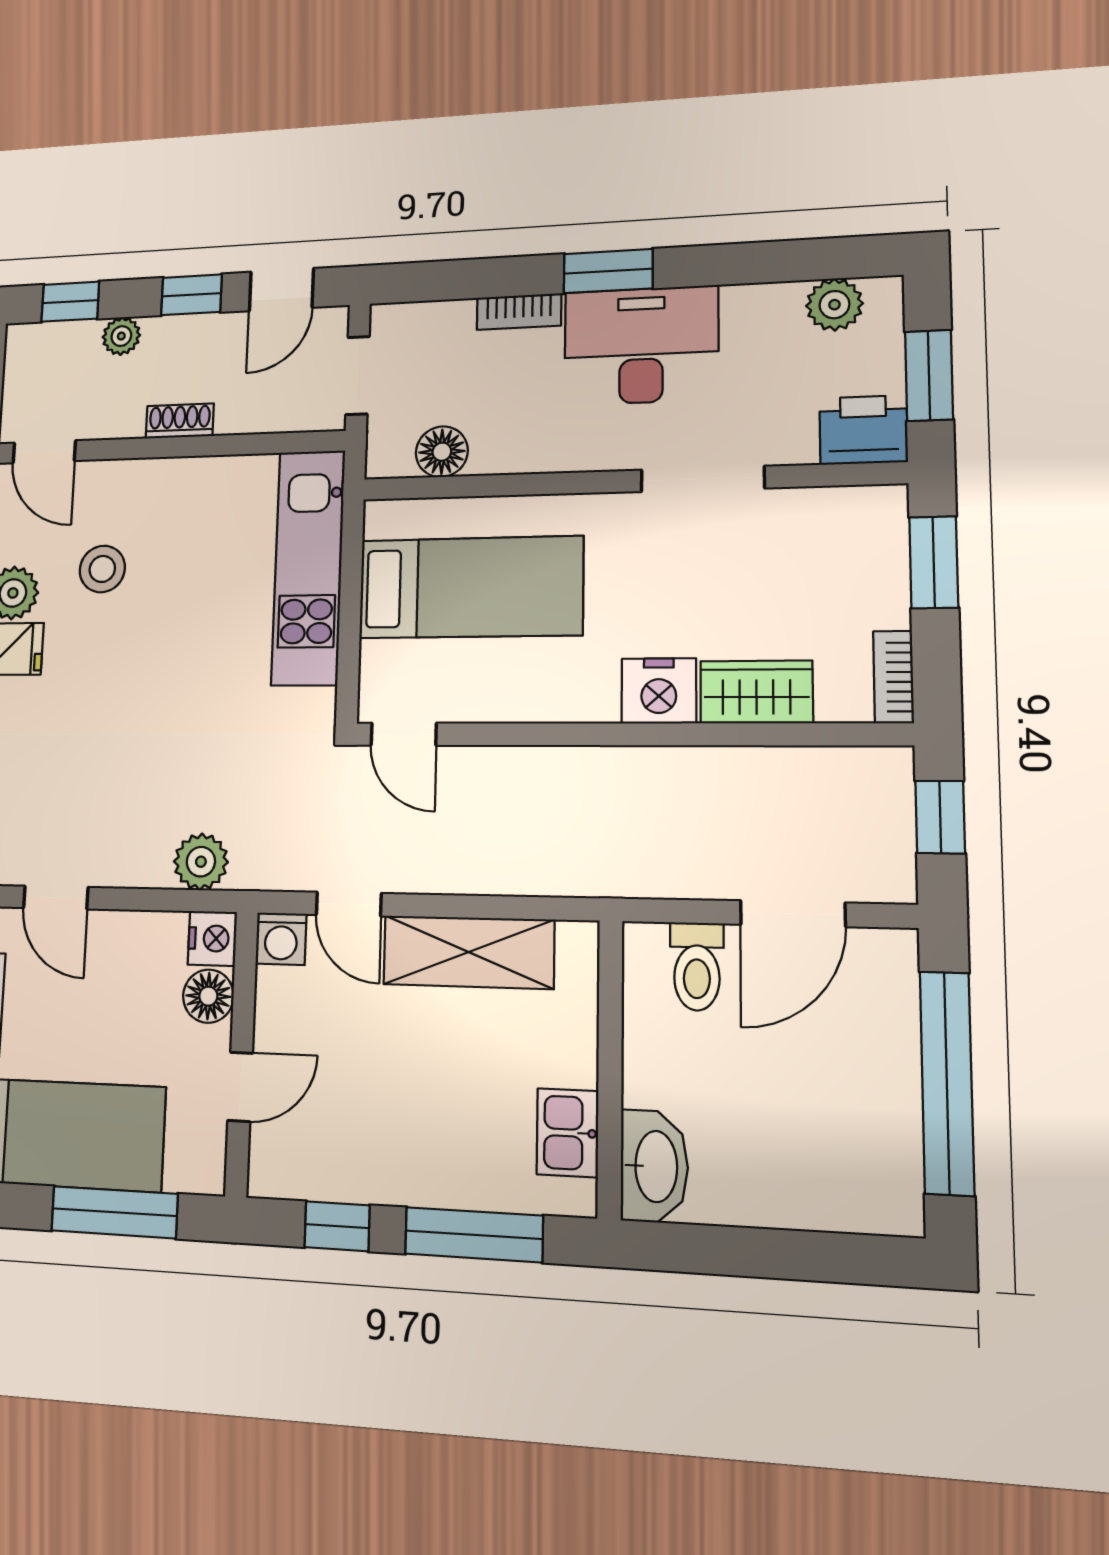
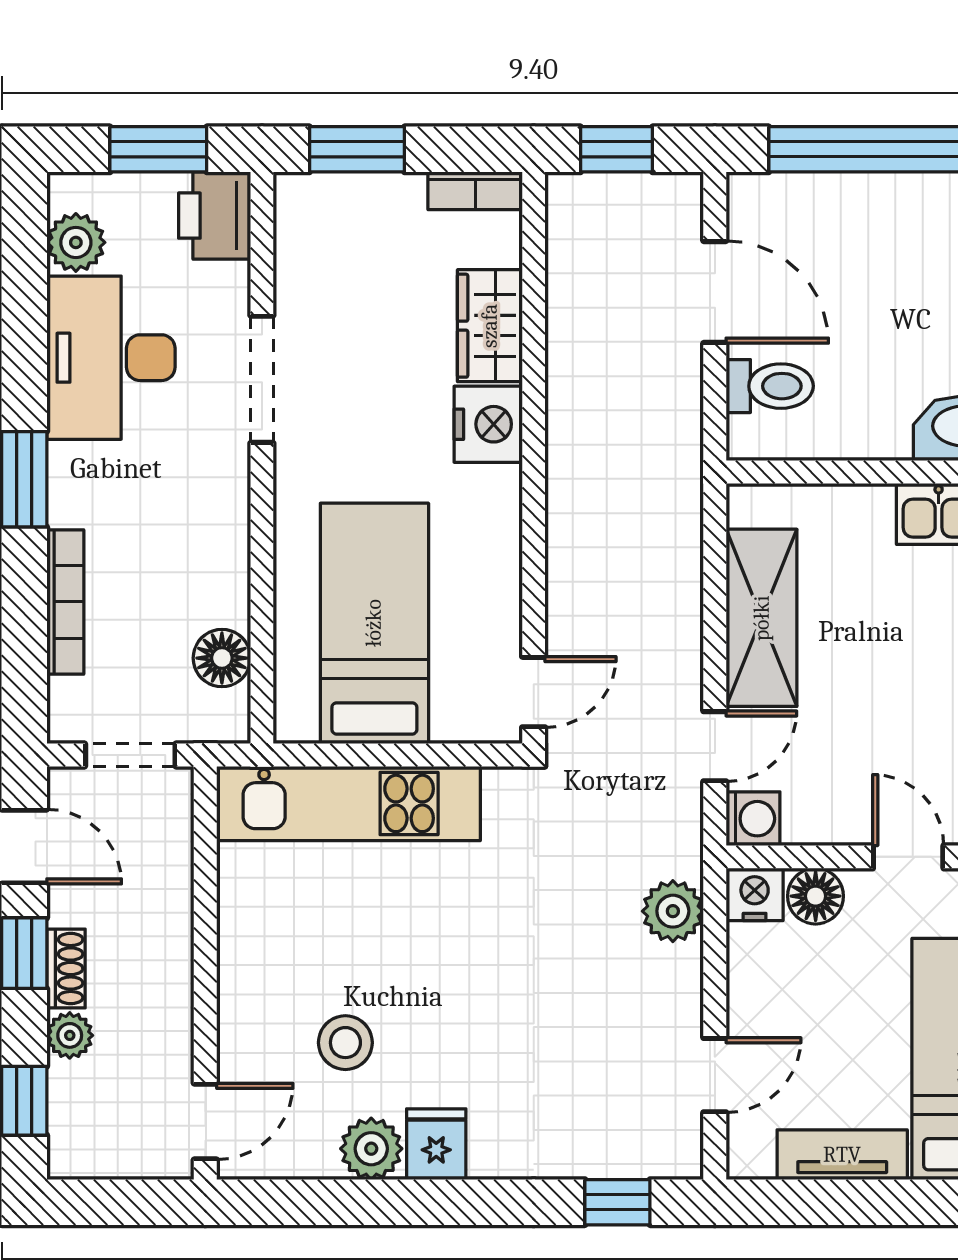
bookcase: (519, 312) -> (65, 602), width x1.56
desk: (641, 346) -> (111, 358), moved
shoe rack: (180, 421) -> (66, 969), moved, turned 180

